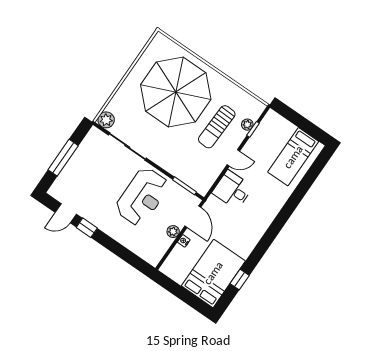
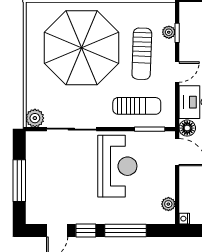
sun lounger: (187, 162) -> (137, 106), added
floor lamp: (212, 204) -> (187, 128), added
plant: (173, 232) -> (168, 204), moved
nightstand: (184, 241) -> (184, 219), moved
window: (116, 248) -> (126, 230), added

